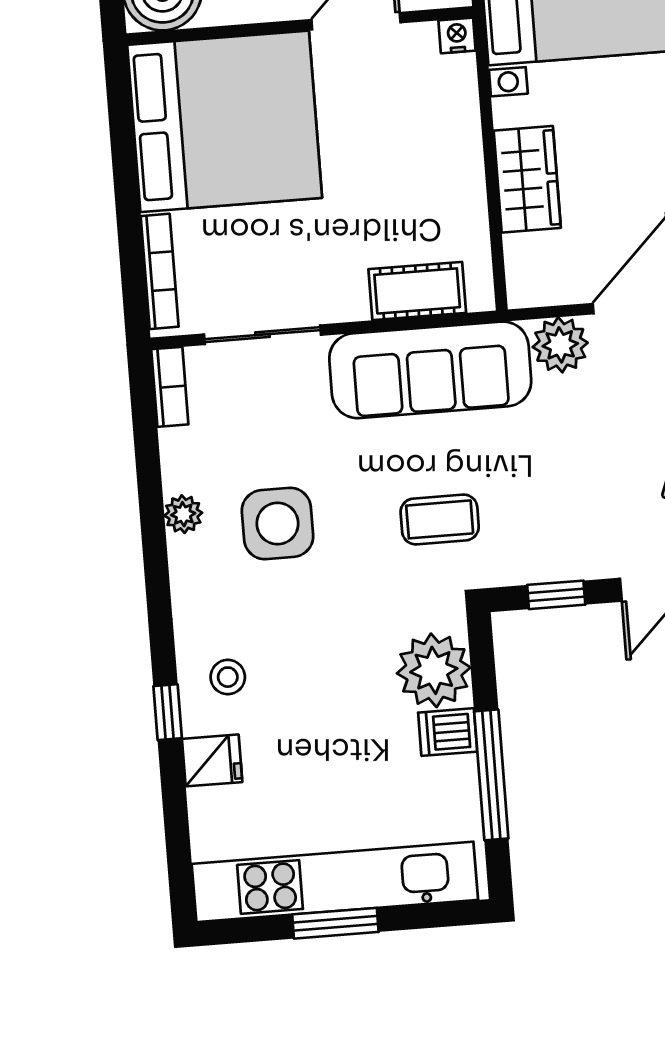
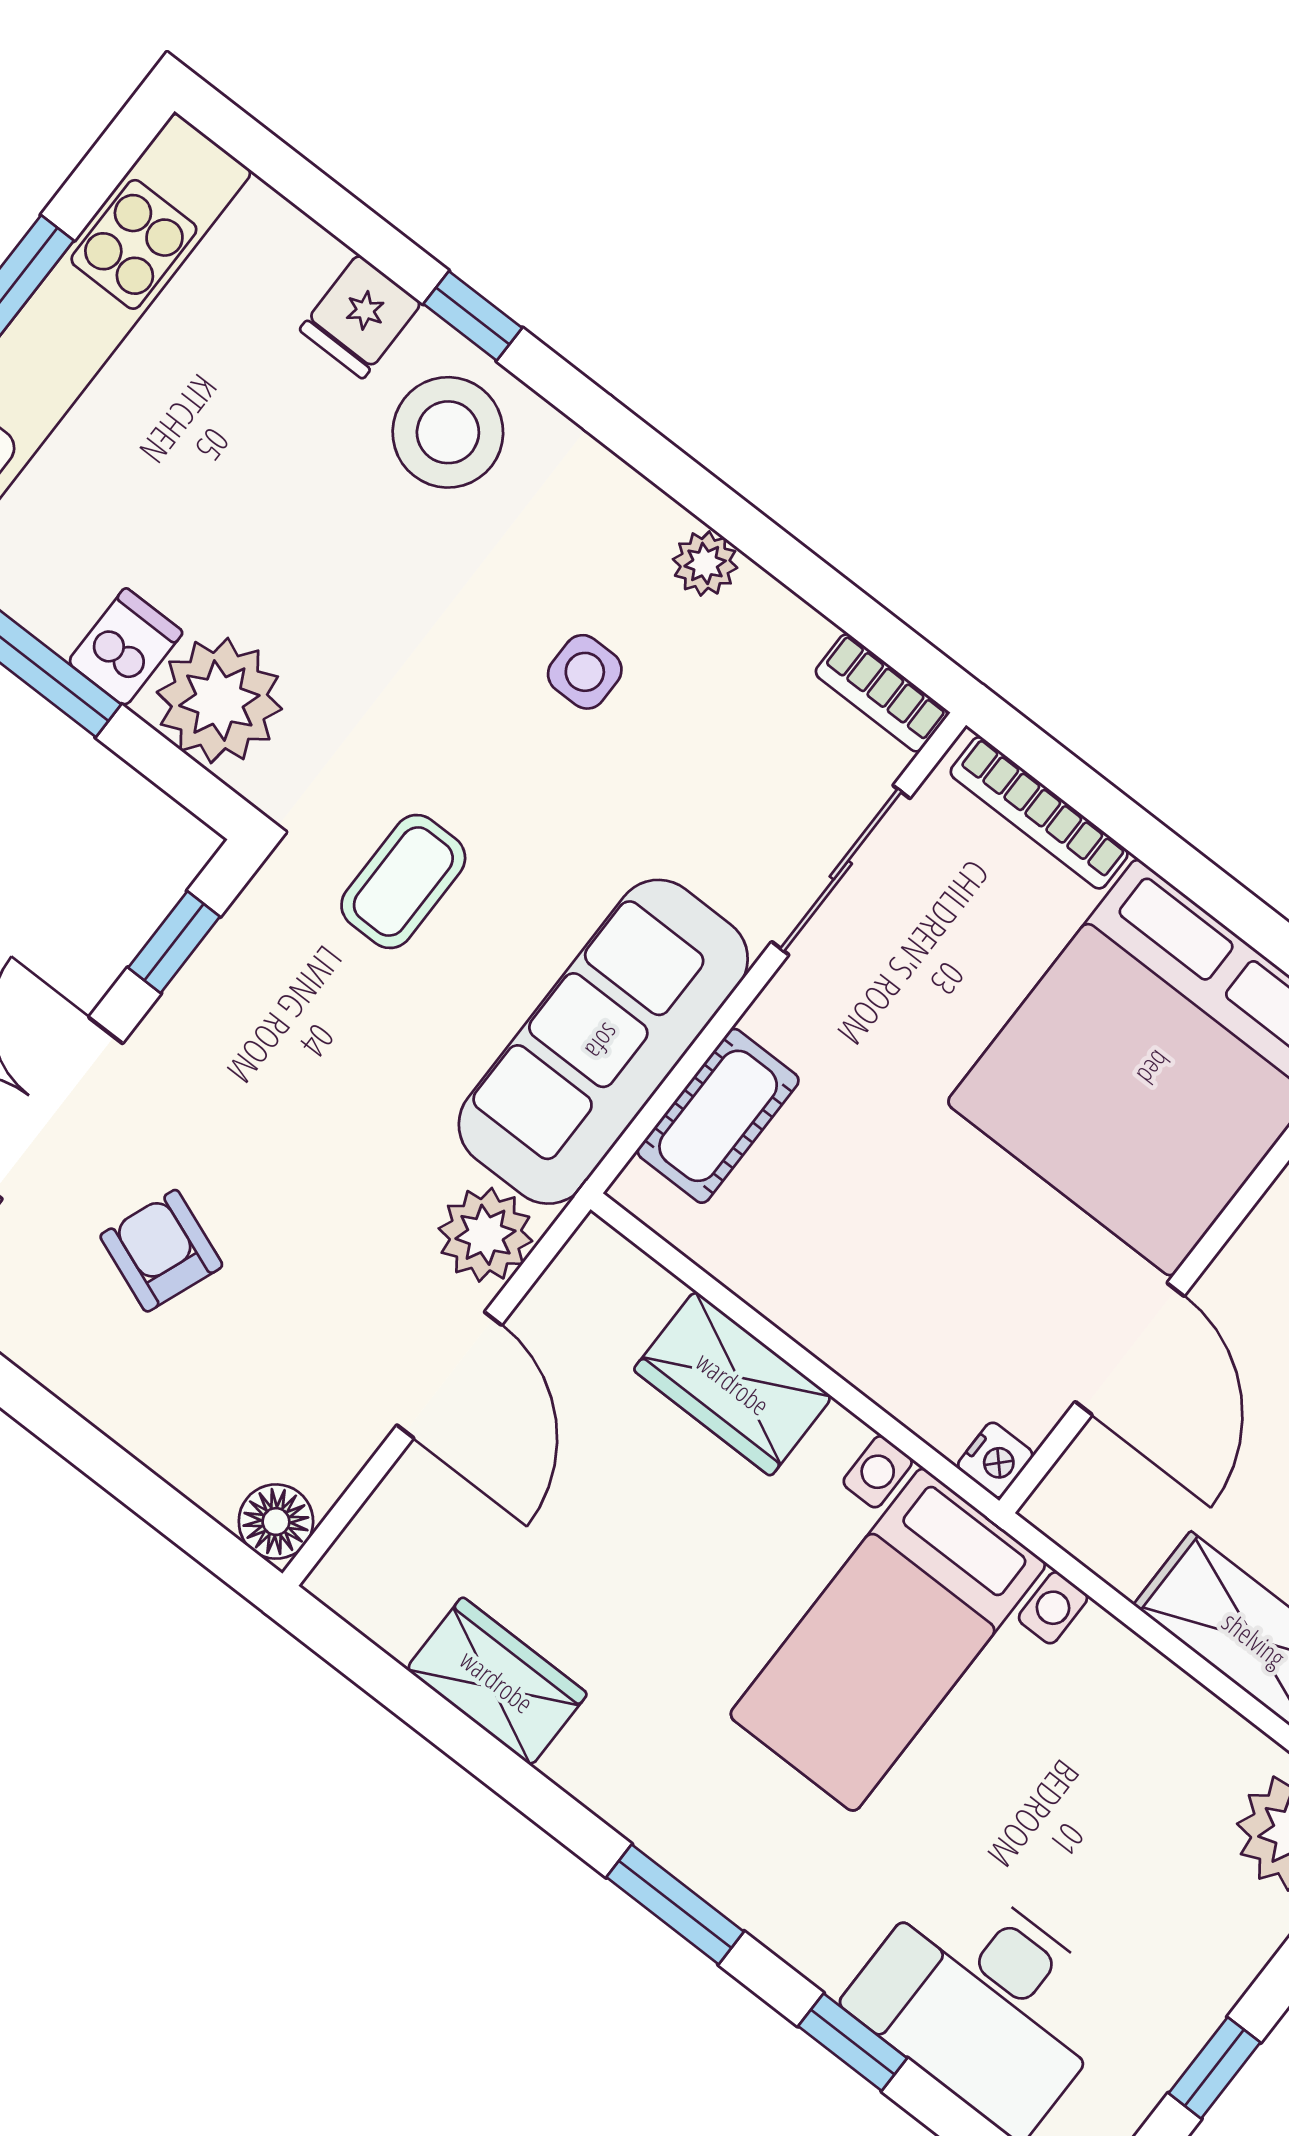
side table: (277, 523) -> (585, 672), width x0.54, depth x0.54
stool: (228, 677) -> (448, 432), width x1.89, depth x1.89

